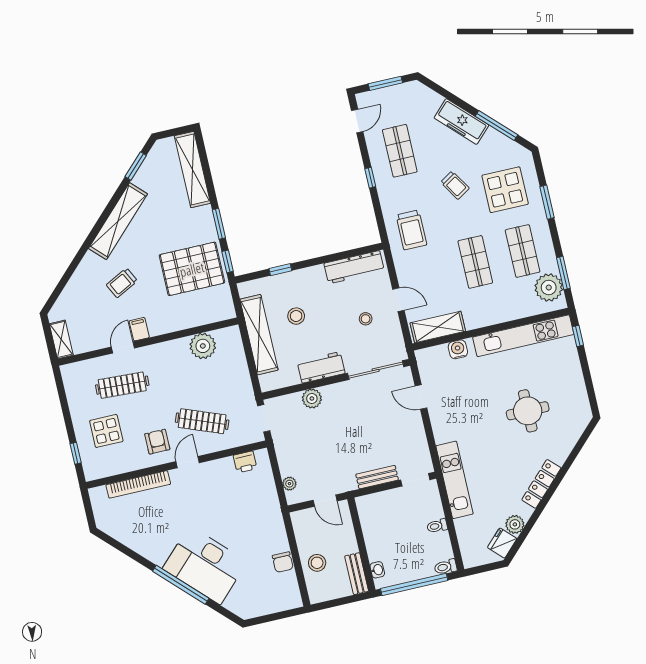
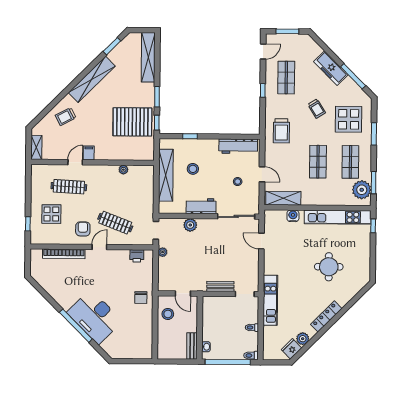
trolley: (122, 283) -> (66, 117), moved
plant: (203, 346) -> (123, 170), width x0.53, depth x0.53
plant: (289, 484) -> (163, 252), moved
chair: (283, 562) -> (141, 298), moved
stool: (317, 563) -> (168, 314), moved

